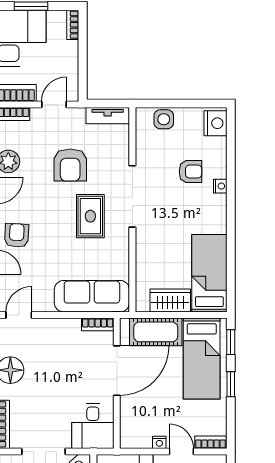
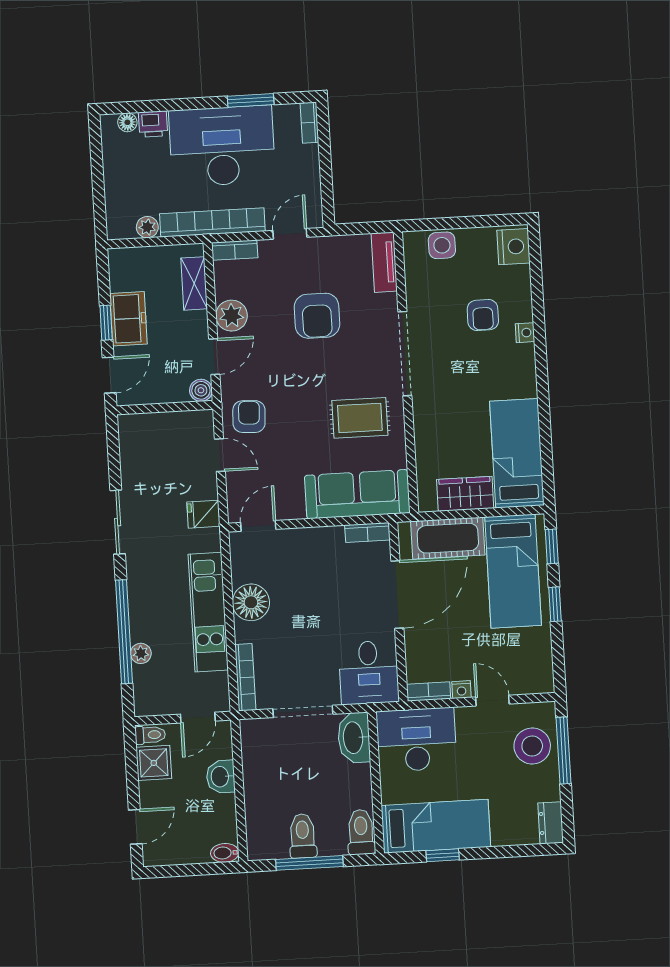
tv unit: (108, 116) -> (384, 262), moved, turned 90
armchair: (190, 172) -> (483, 315), turned 90
rug: (90, 216) -> (360, 418), moved, turned 90
bookcase: (211, 442) -> (429, 692), moved

